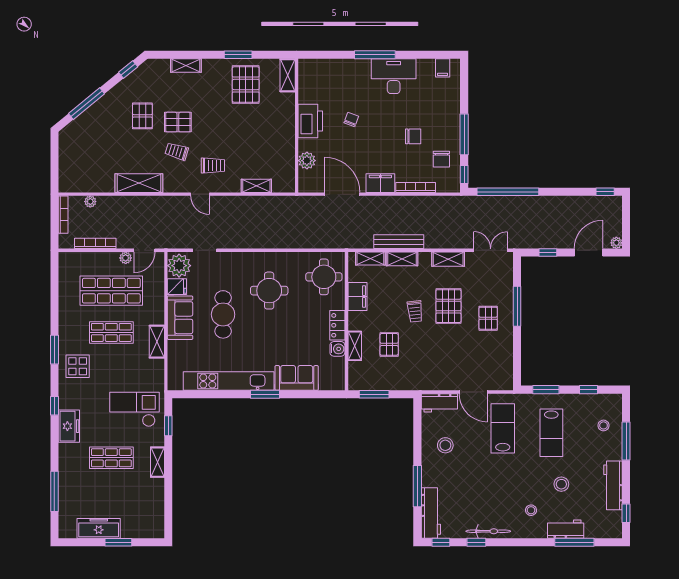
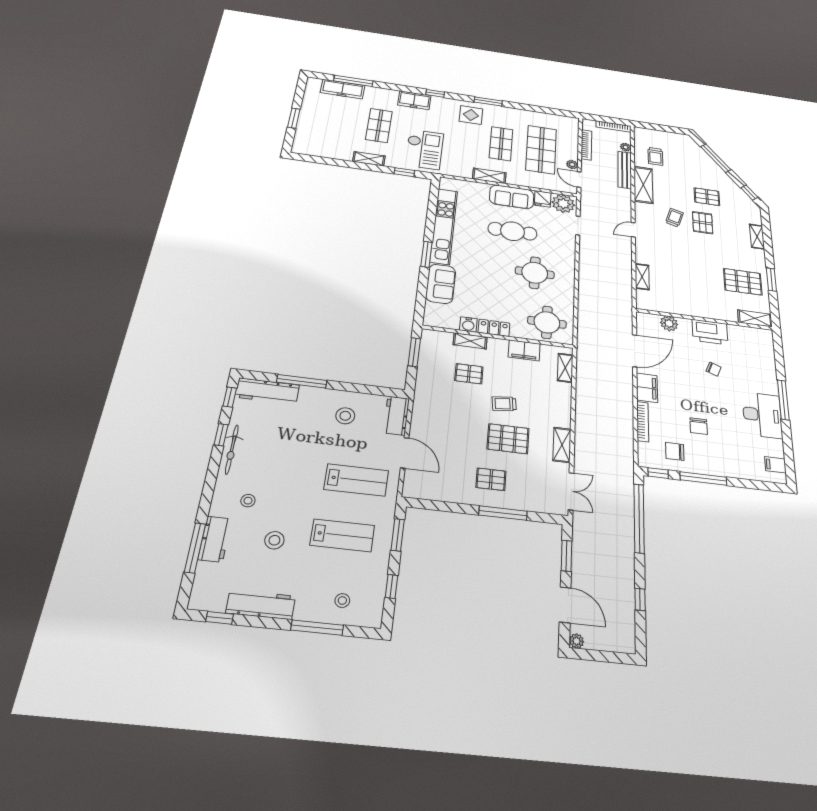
trolley: (213, 166) -> (655, 156), moved
window: (605, 192) -> (640, 599), moved
bench: (399, 242) -> (625, 170), moved
window: (548, 253) -> (566, 556), width x1.50
shelving: (402, 259) -> (564, 398), removed
door: (473, 392) -> (405, 453), swing flipped
lab bench: (551, 433) -> (342, 535), turned 180
freezer: (99, 528) -> (343, 89), moved, turned 90

